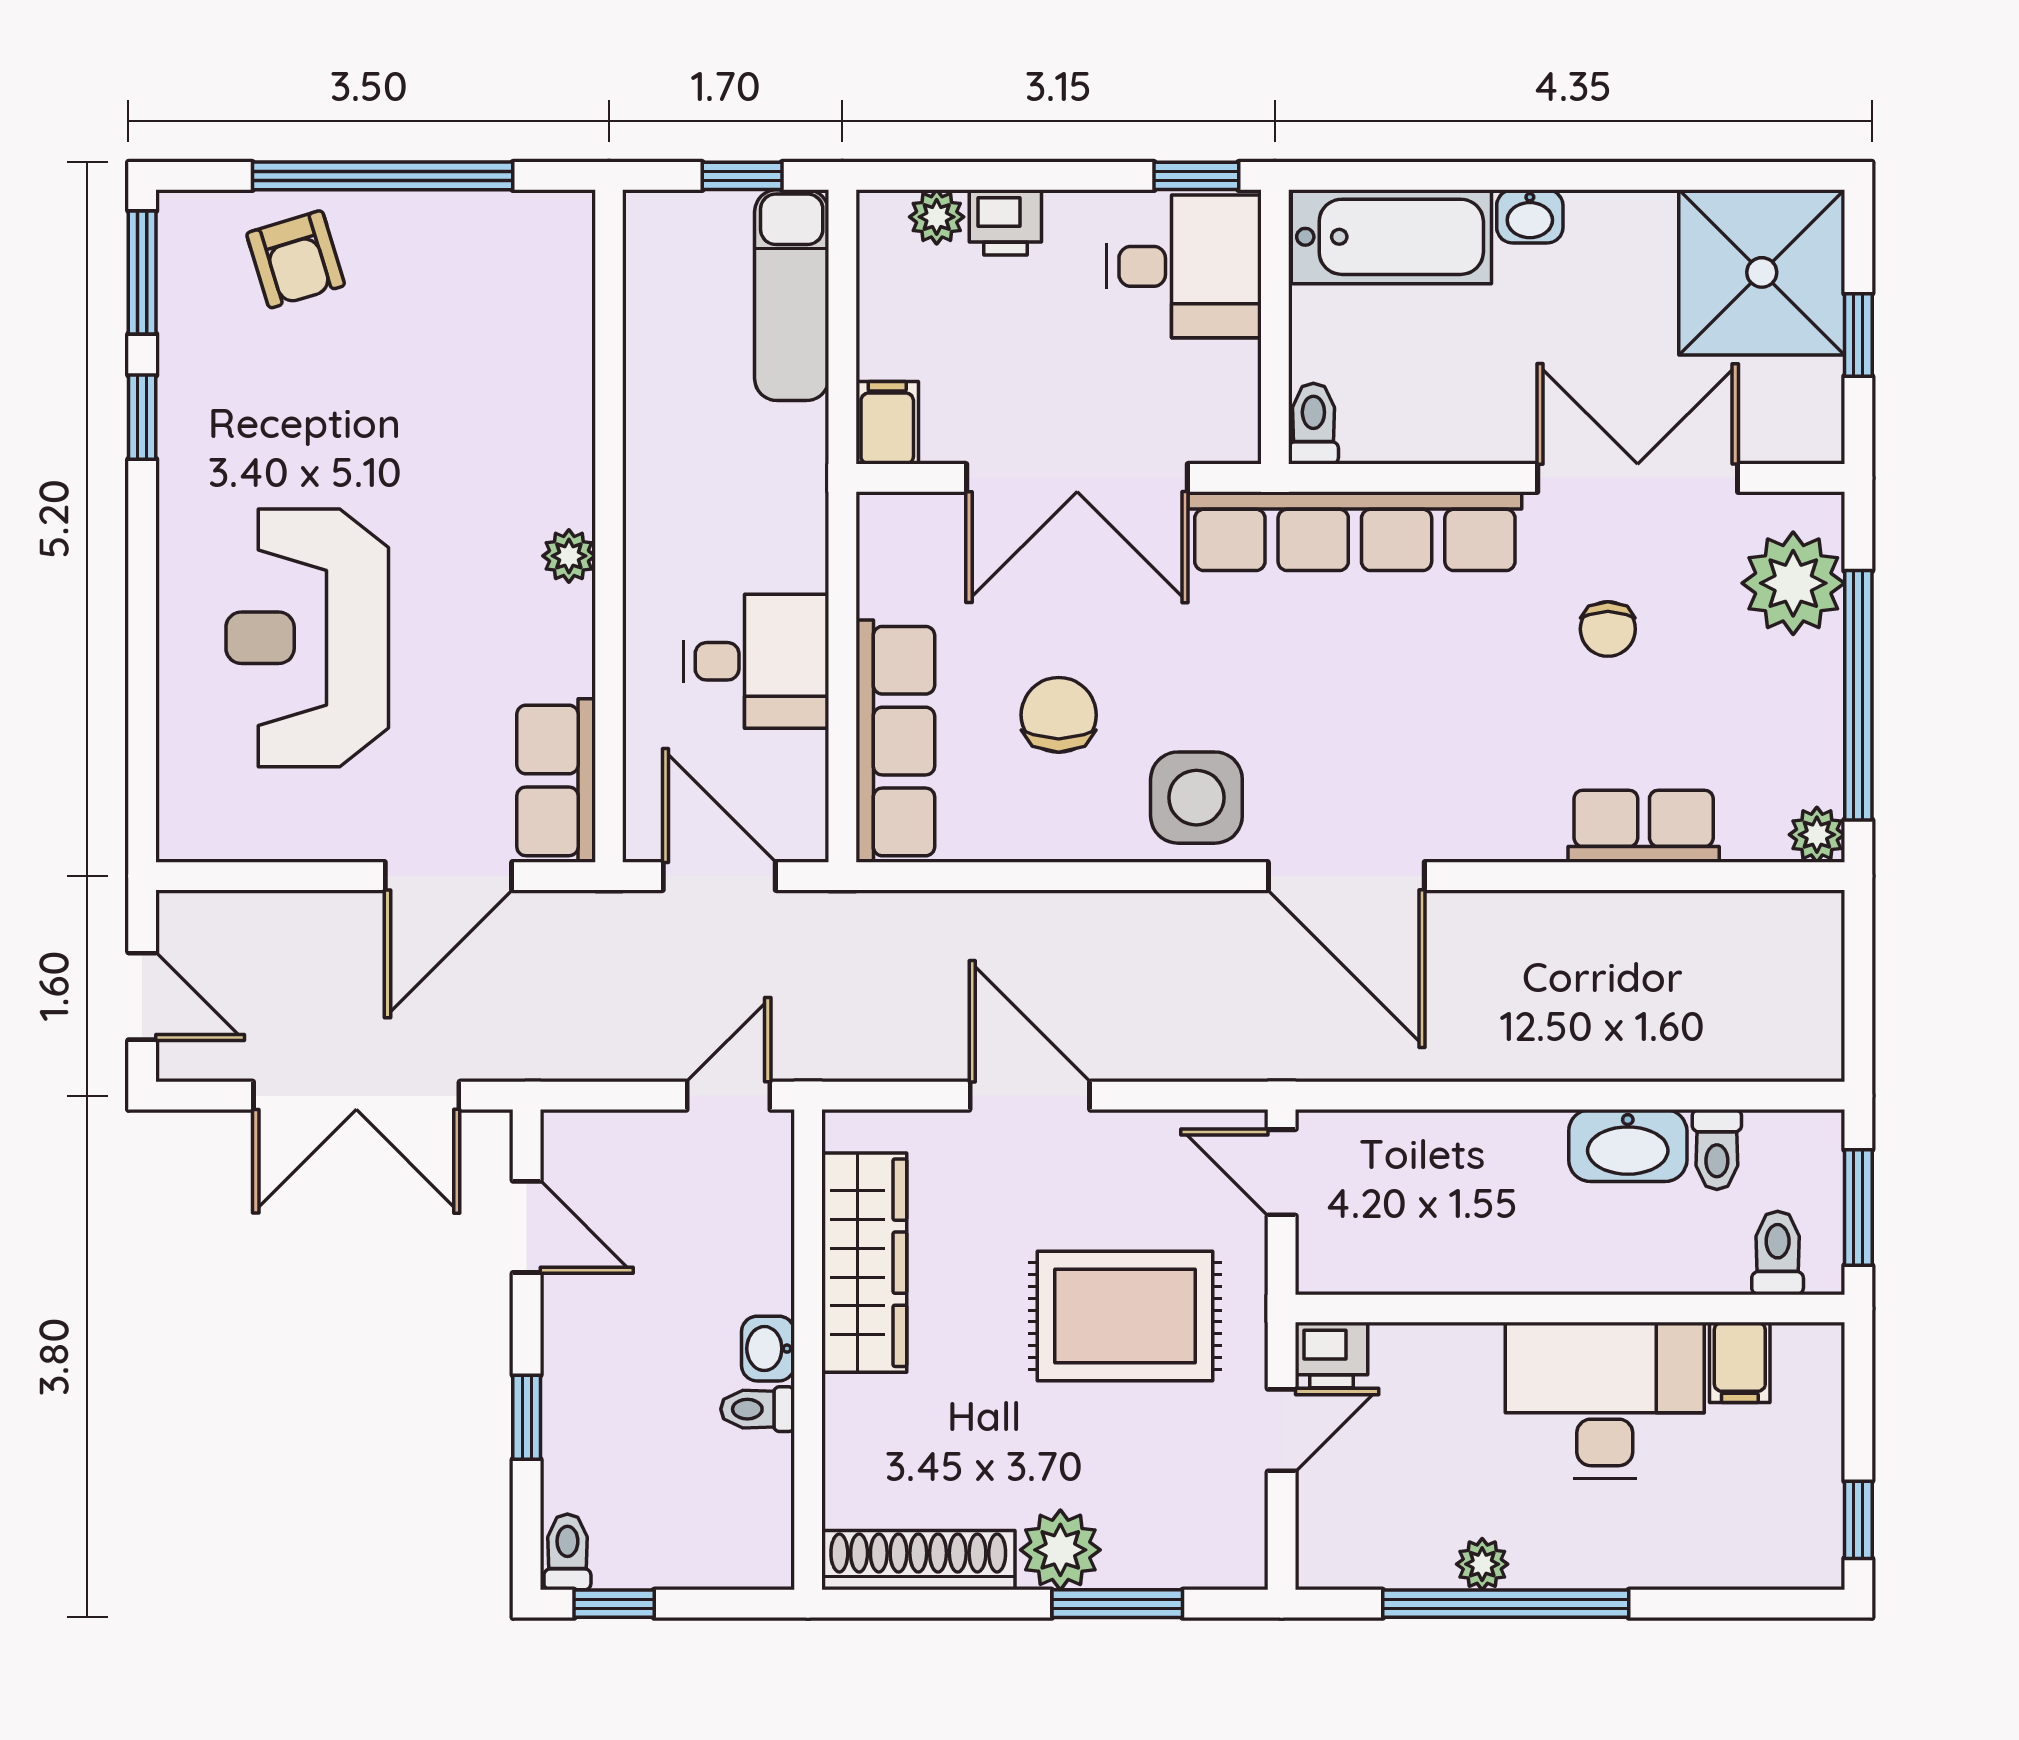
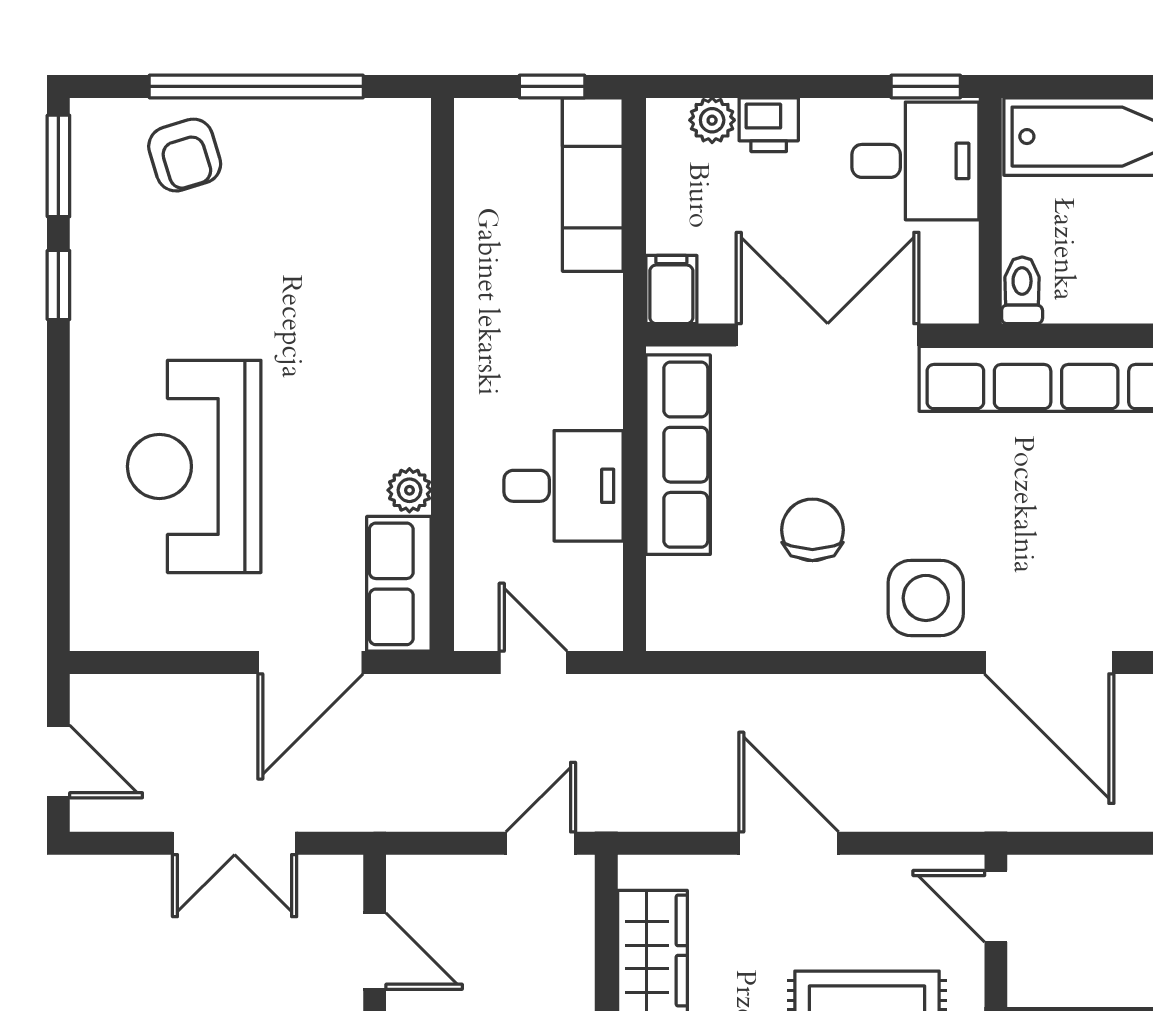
double door: (1077, 478) -> (828, 335), swing flipped
plant: (569, 556) -> (409, 490), moved
row of seats: (895, 741) -> (678, 455), moved
door: (719, 876) -> (533, 663), width x0.73
double door: (356, 1096) -> (235, 843), width x0.73

